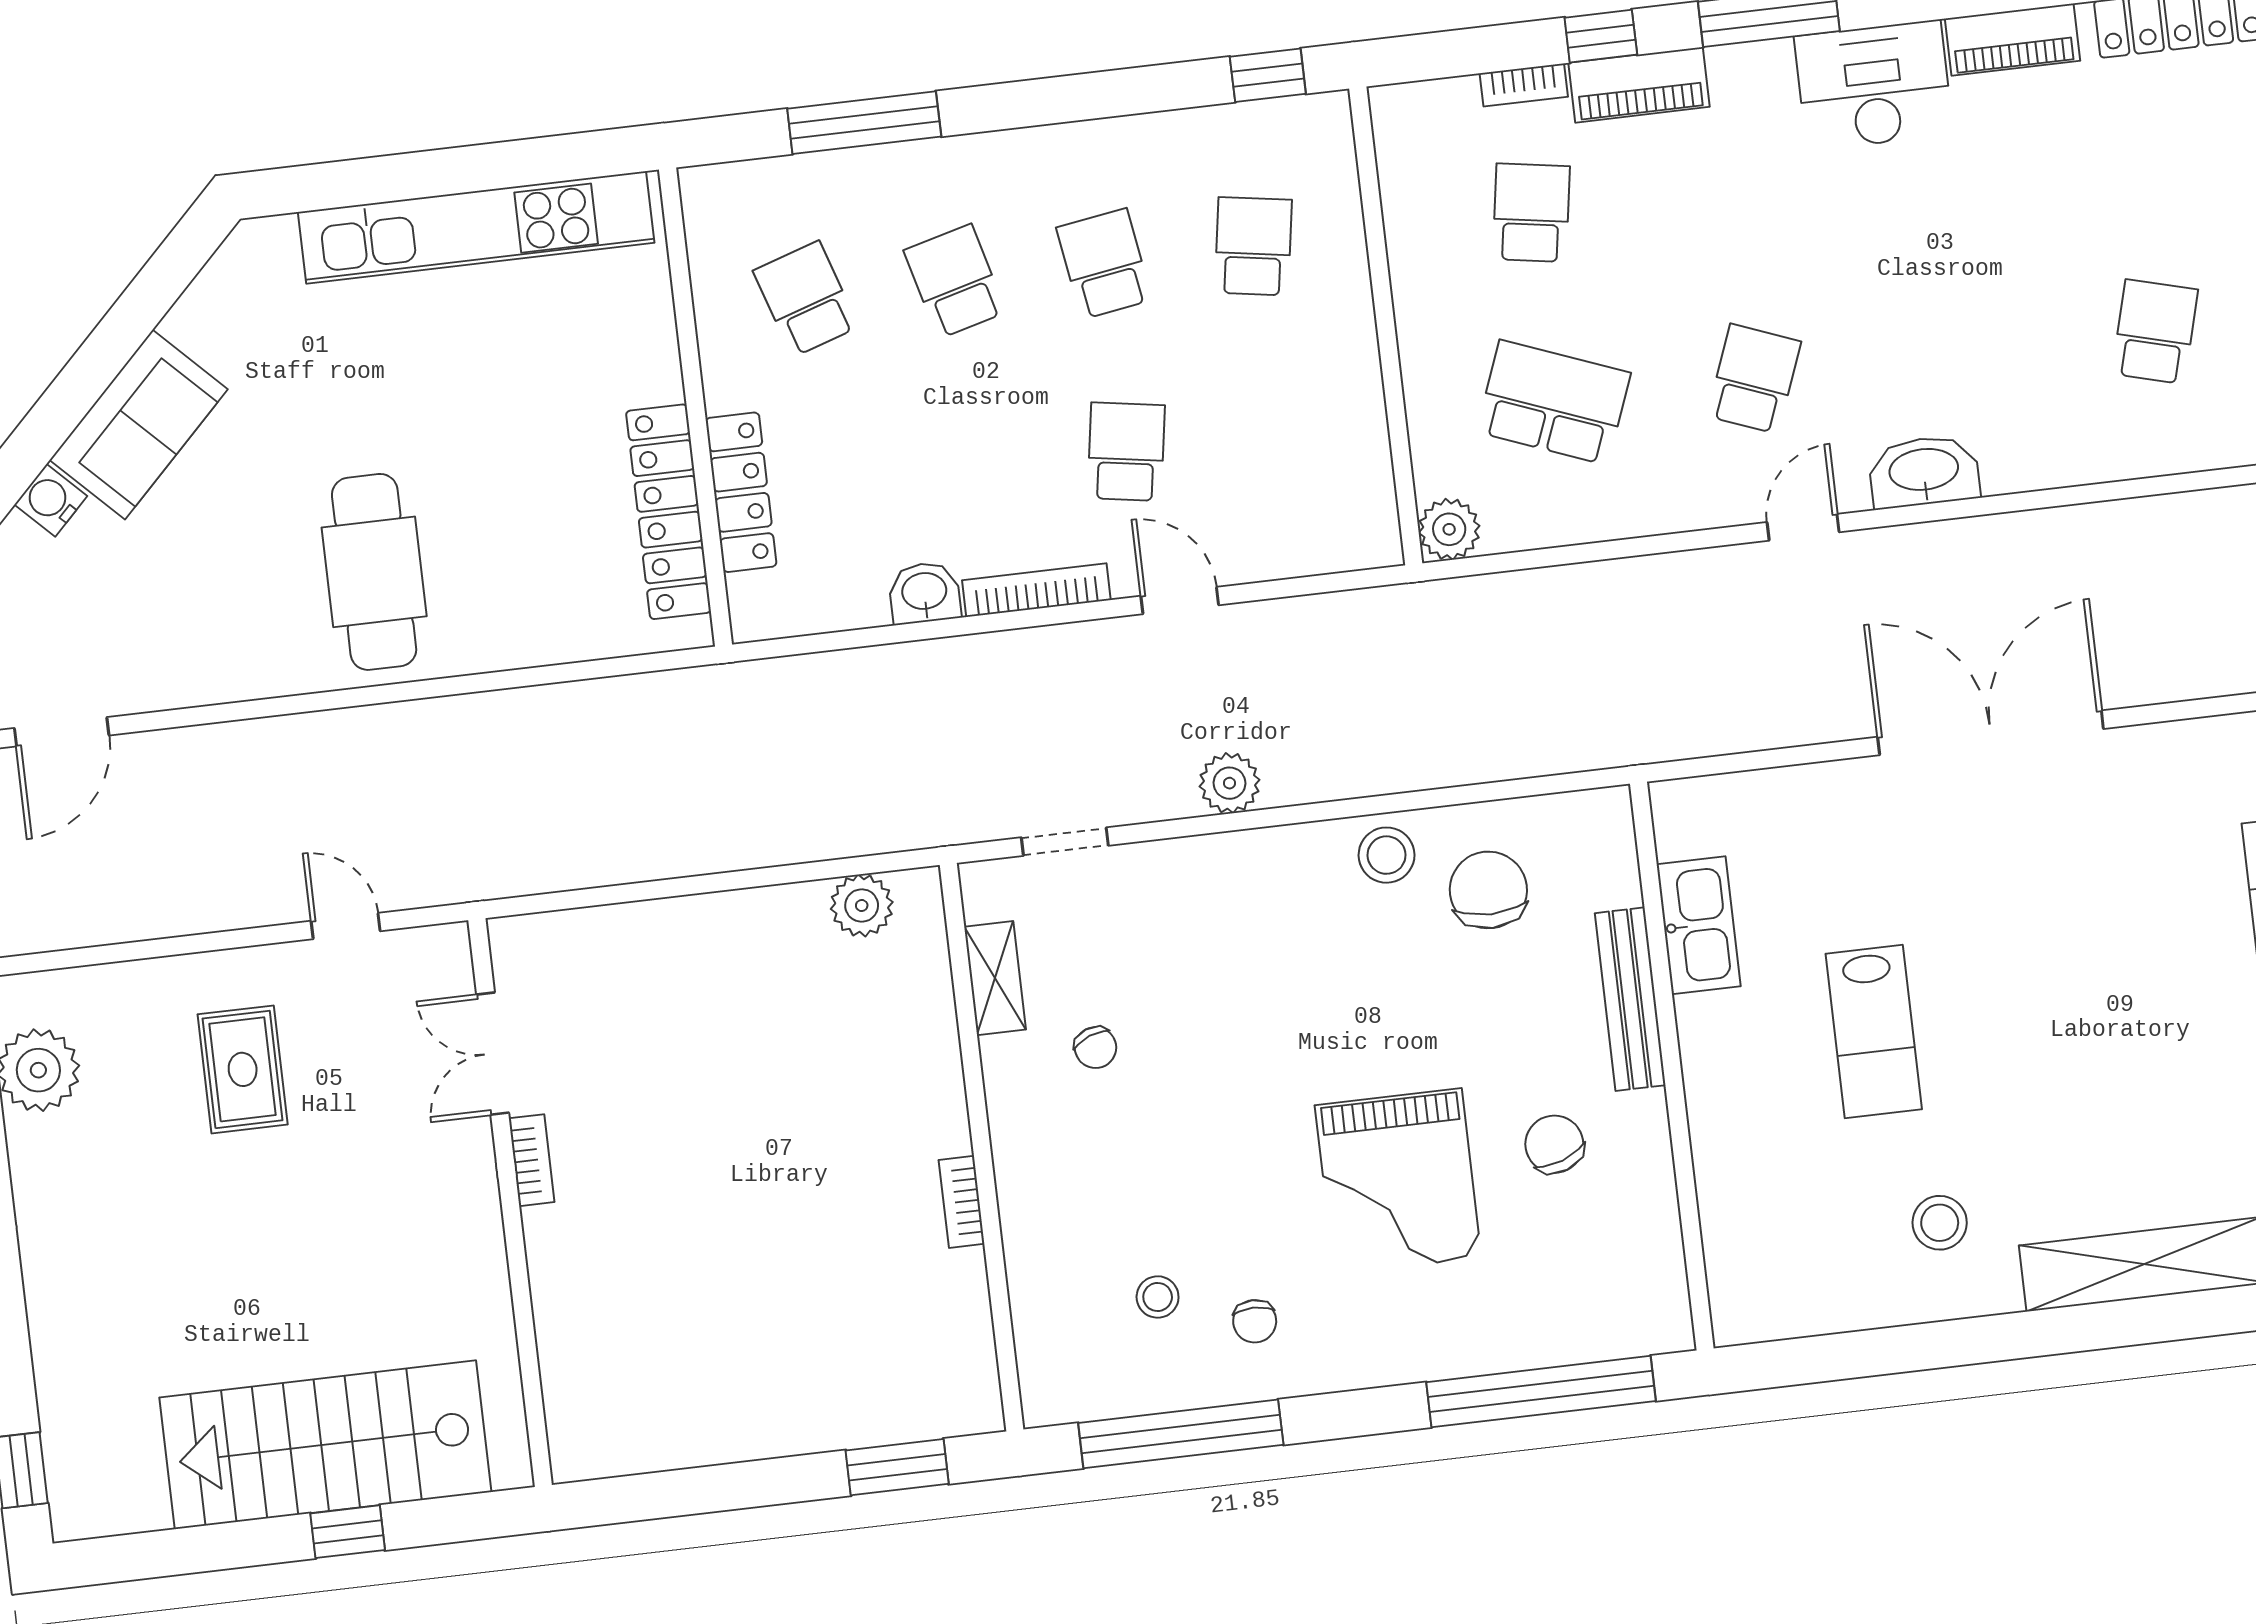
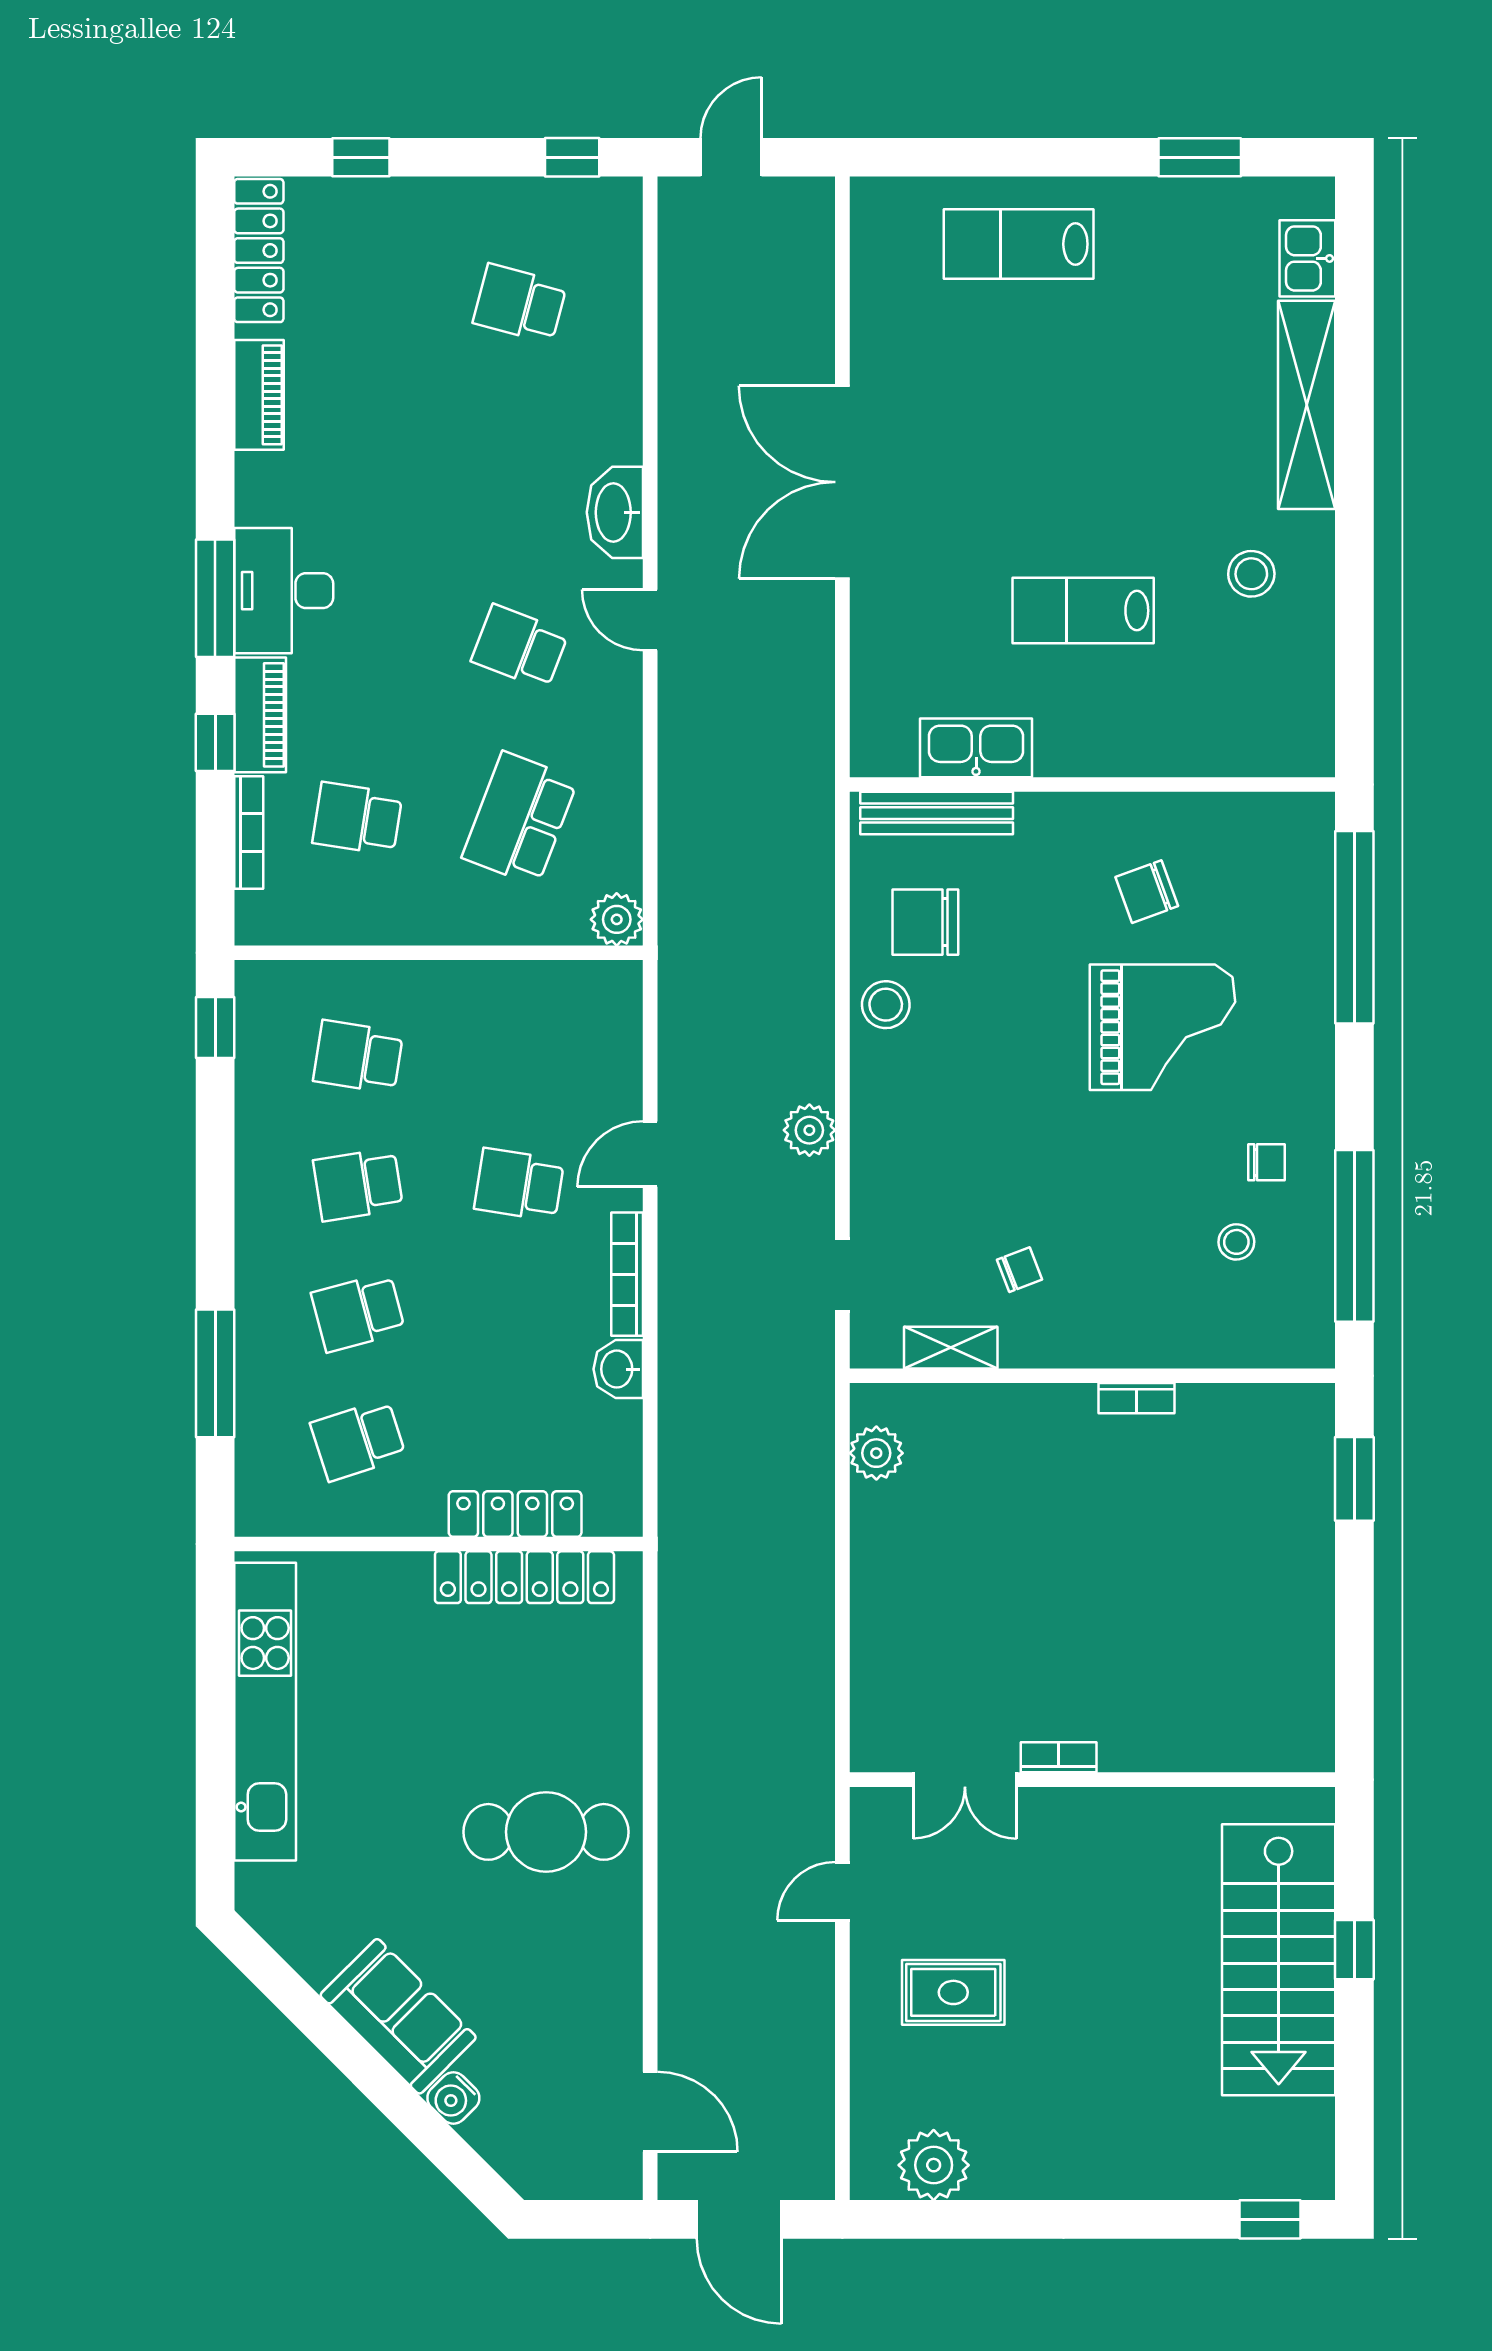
bookcase: (1524, 85) -> (249, 833), width x1.56
desk: (1874, 85) -> (284, 591), moved
bench: (1630, 999) -> (937, 813), moved
lab bench: (1874, 1032) -> (1083, 611), turned 180

